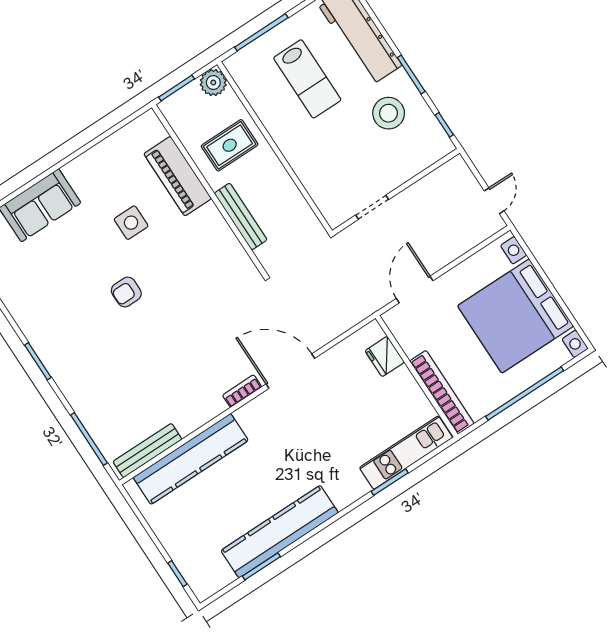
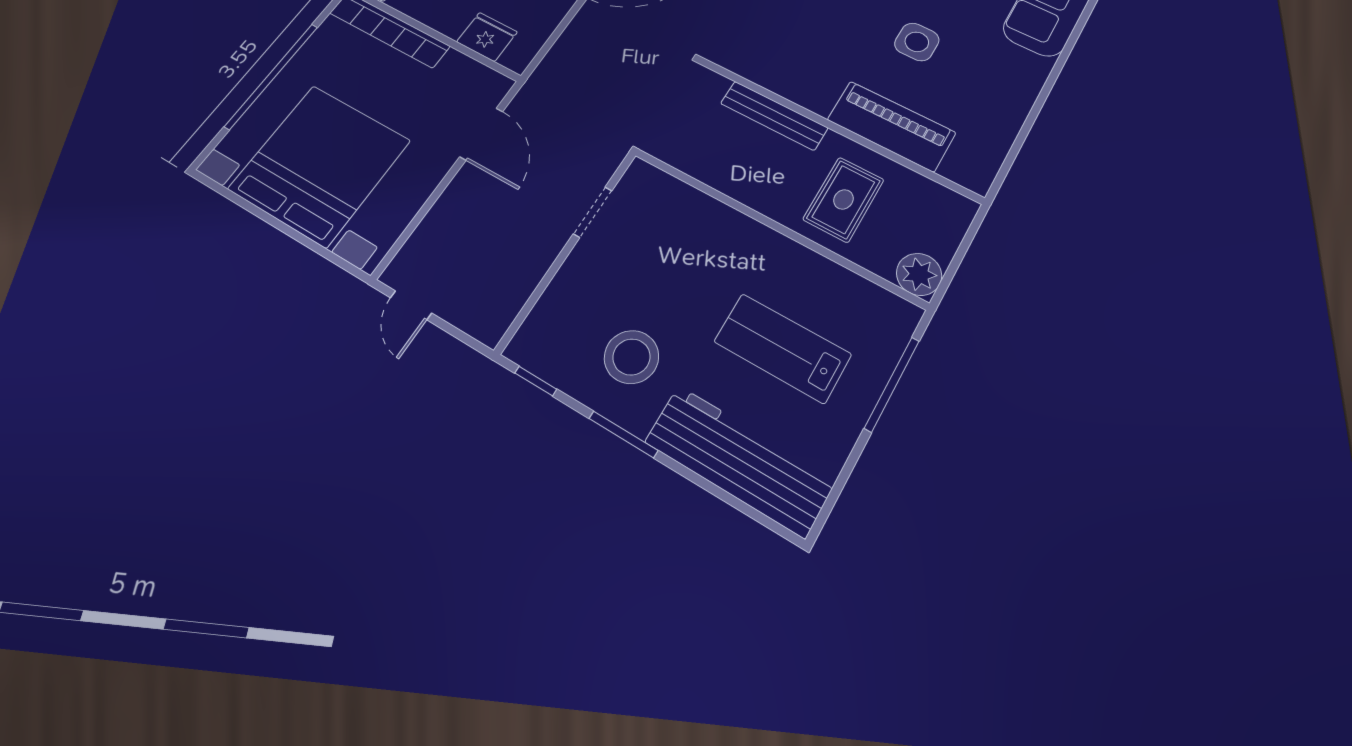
window: (176, 88) -> (967, 241), removed

